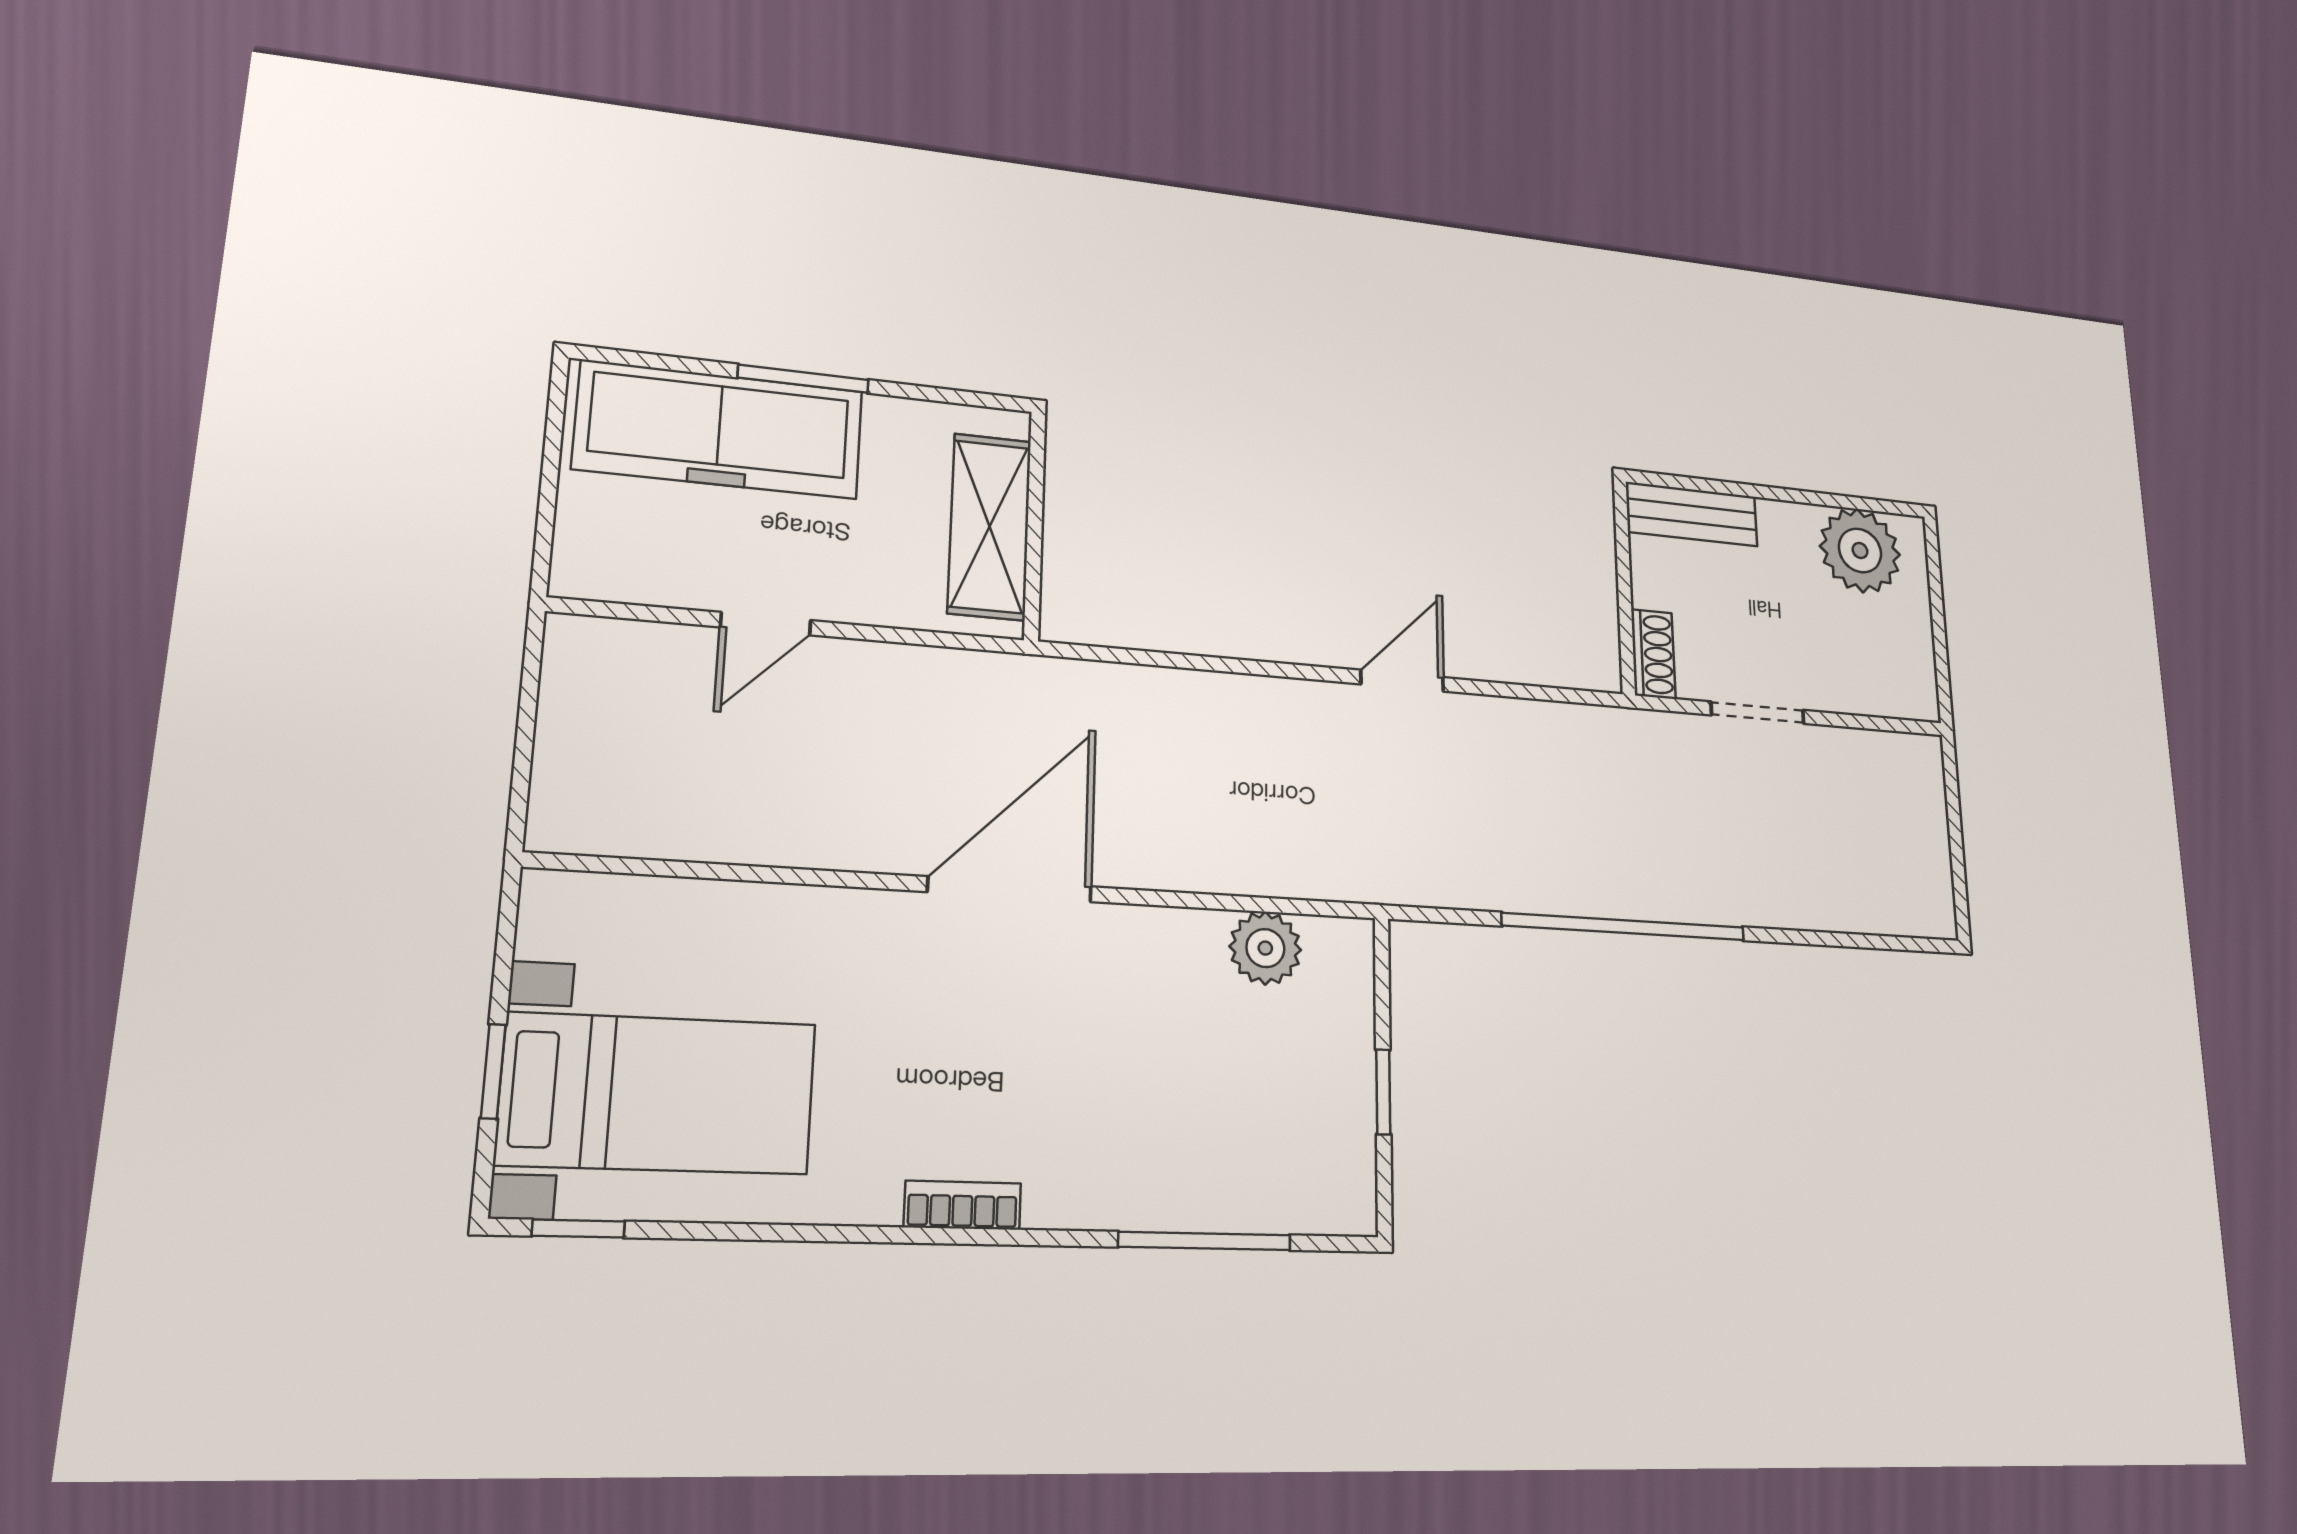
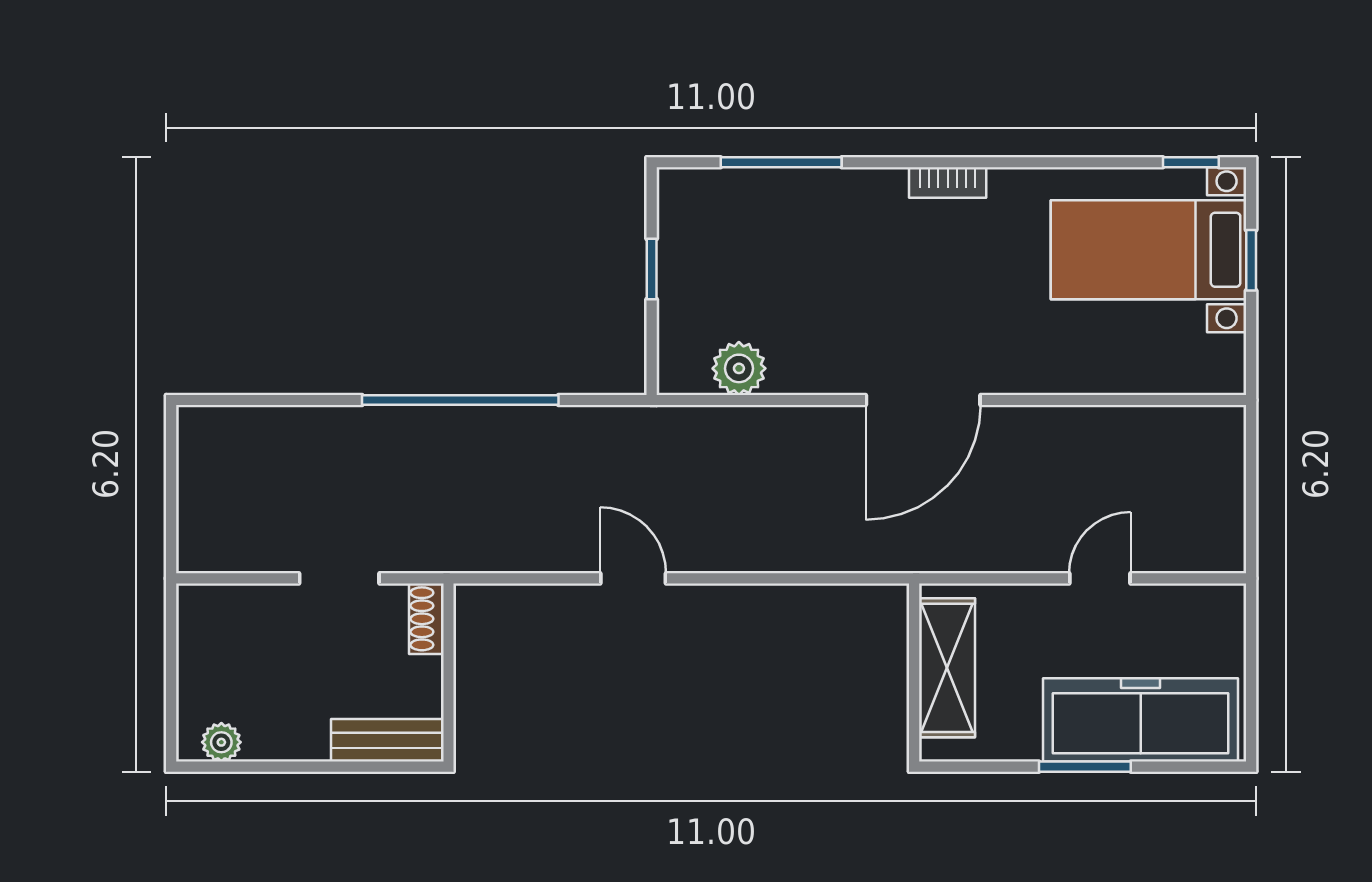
plant: (1860, 550) -> (221, 742), width x0.53, depth x0.53
door: (1402, 681) -> (633, 578), swing flipped

